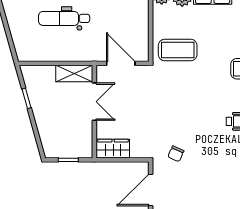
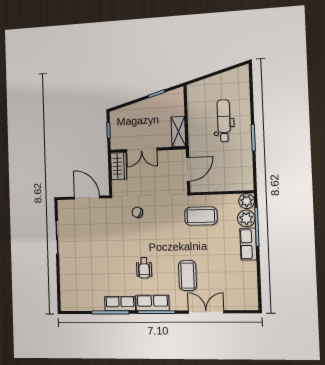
coffee table: (178, 50) -> (201, 216), turned 90
double door: (94, 102) -> (142, 150), moved
chair: (176, 154) -> (137, 212), moved

